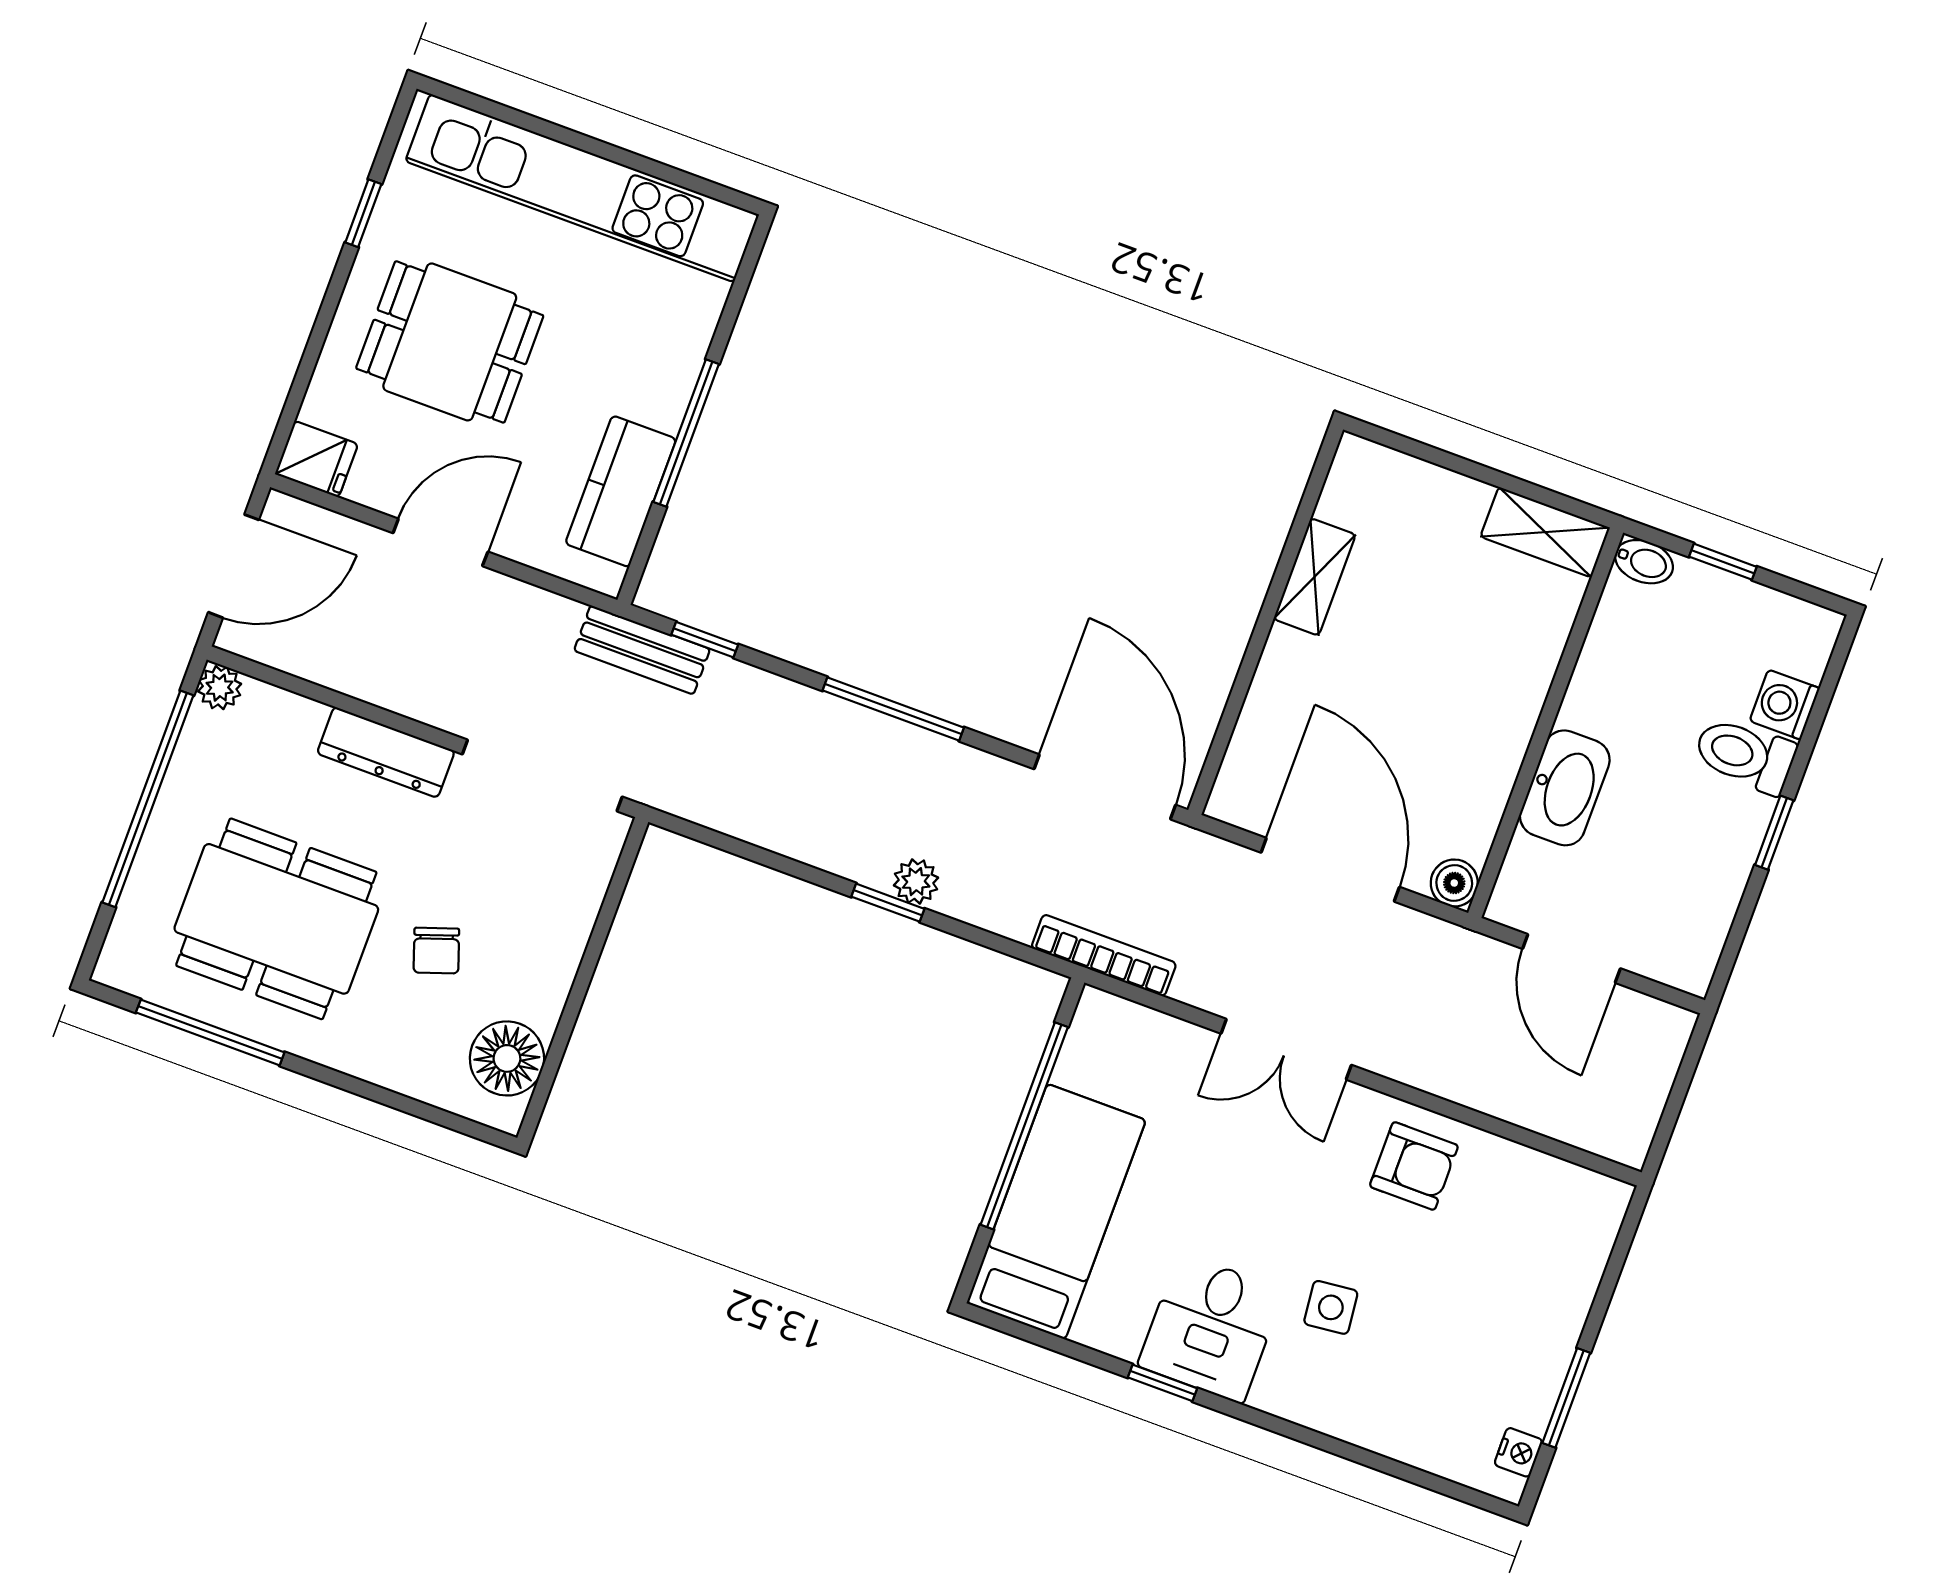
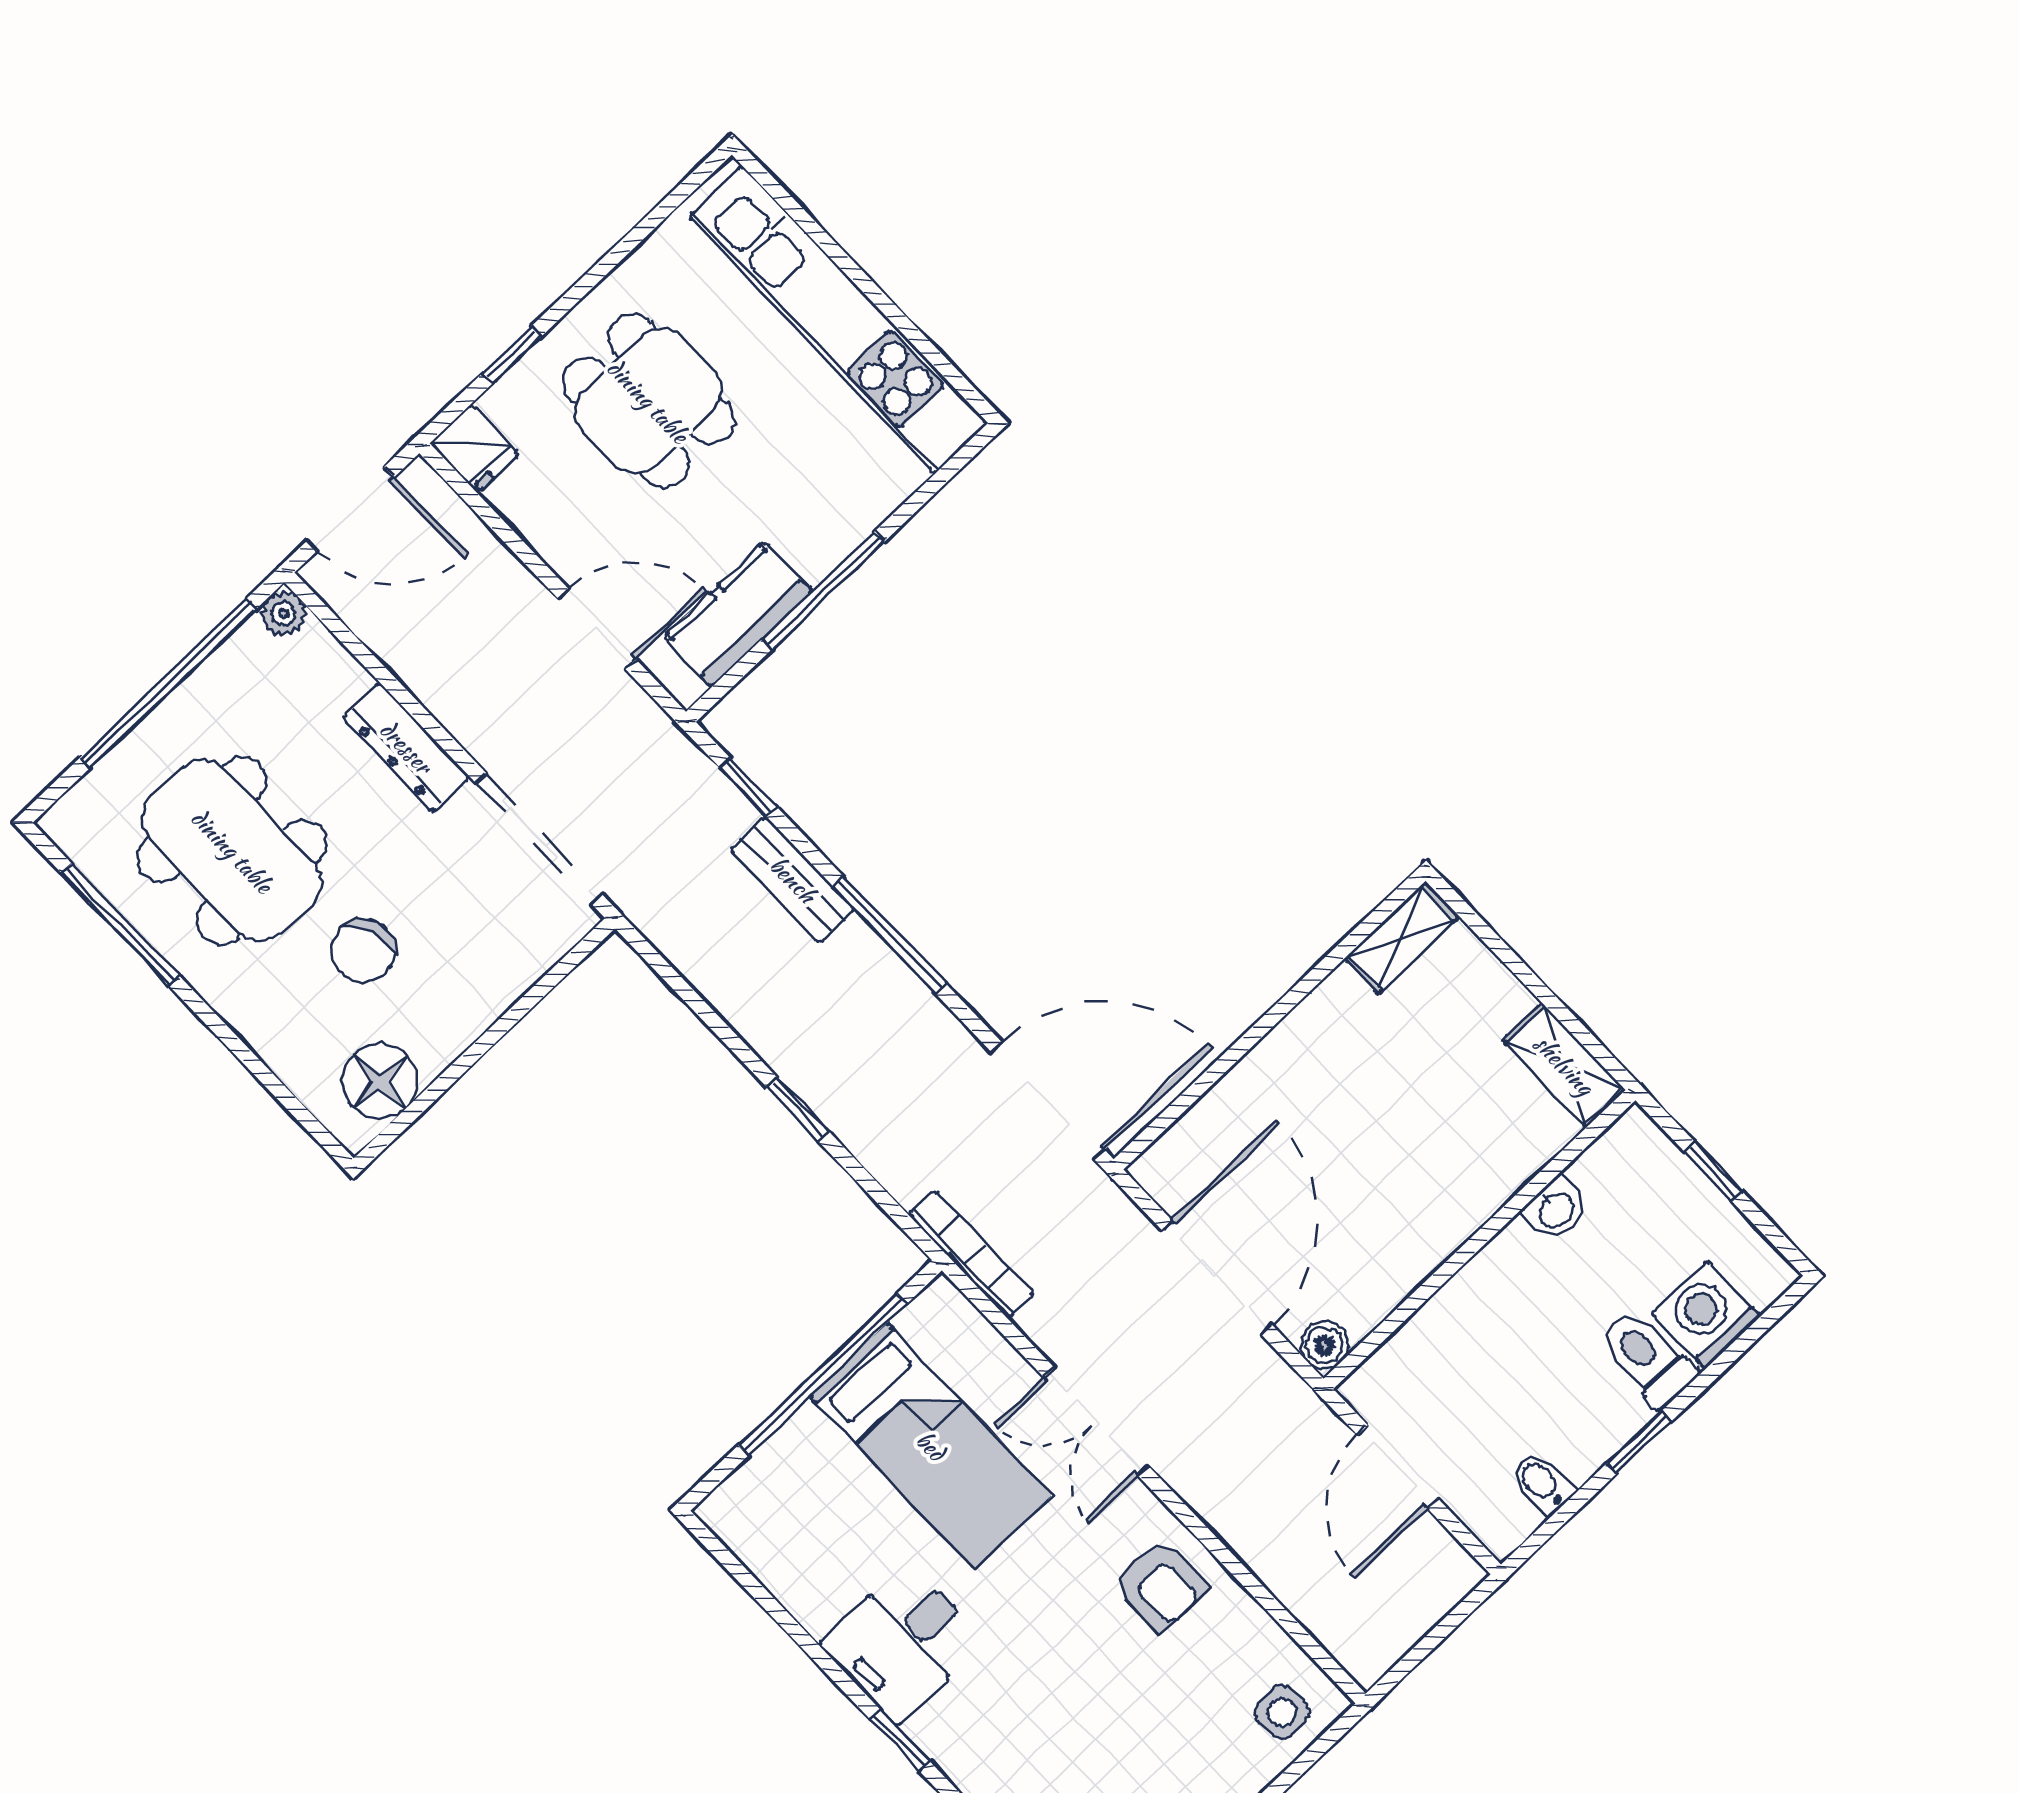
window: (363, 213) -> (512, 355), moved
door: (440, 542) -> (597, 629), moved
bidet: (1644, 562) -> (1542, 1483), moved, turned 180
shelving: (1315, 577) -> (1401, 938), moved
bench: (642, 650) -> (793, 880), moved
washing machine: (1785, 705) -> (1706, 1315), width x1.38, depth x1.38
door: (1105, 787) -> (1048, 1101), hinge flipped
washbasin: (1565, 788) -> (1555, 1209), moved, width x0.52, depth x0.69
plant: (916, 882) -> (833, 1103), removed
chair: (436, 951) -> (364, 951), width x1.37, depth x1.37
bed: (1056, 1212) -> (931, 1446), moved, turned 90
side table: (1331, 1307) -> (1282, 1712), moved
window: (1163, 1383) -> (900, 1740), moved

